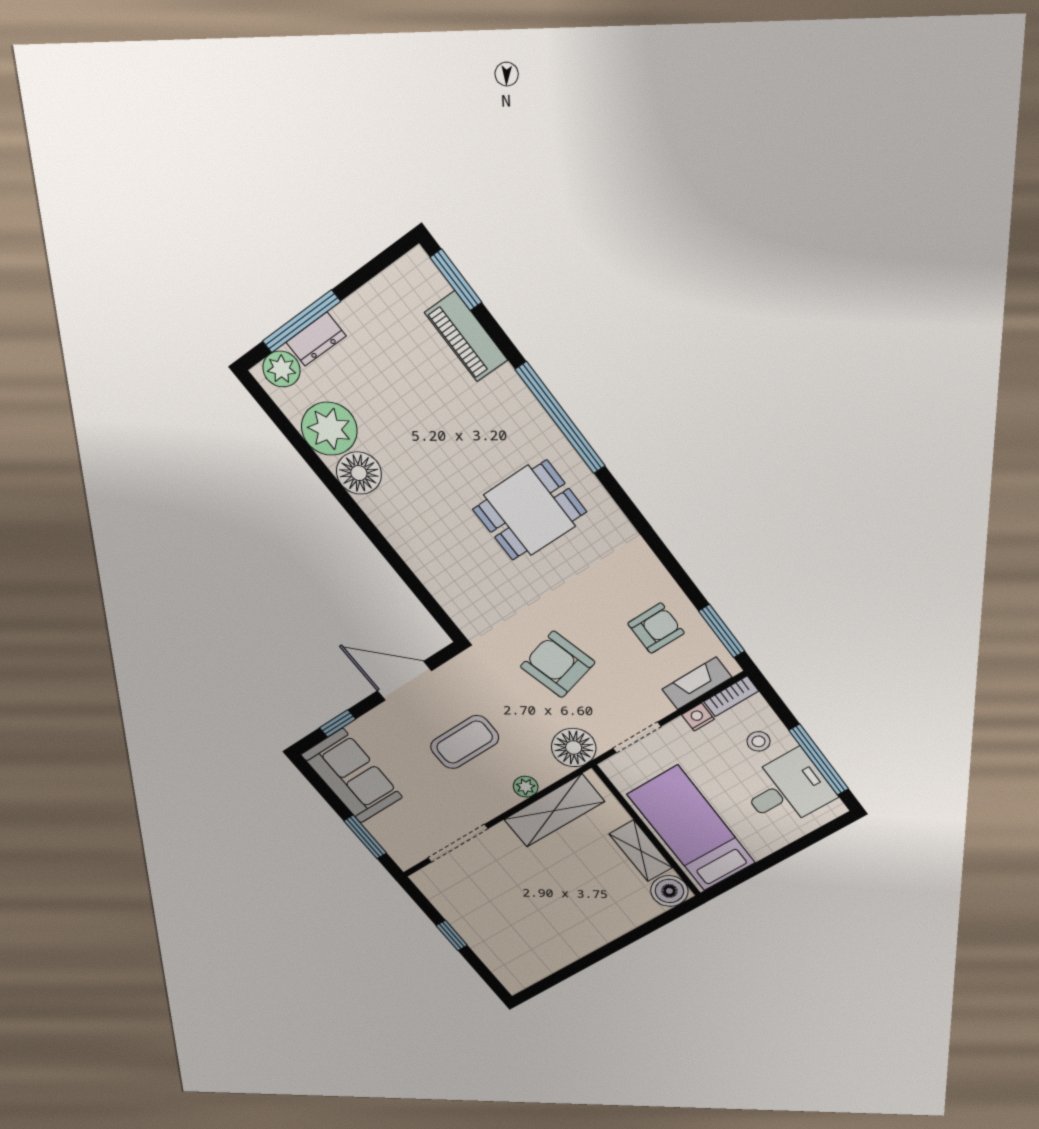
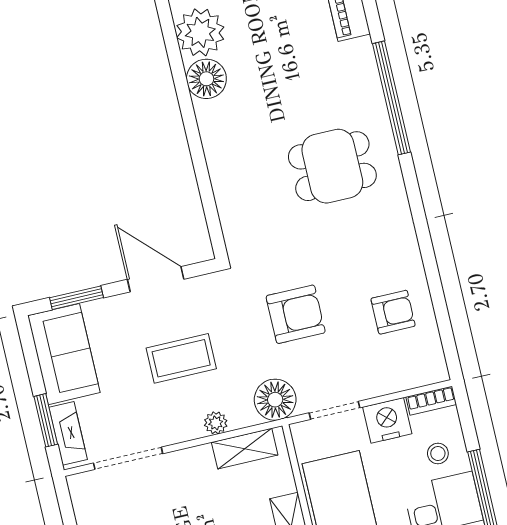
window: (722, 631) -> (447, 336), removed
armchair: (558, 664) -> (296, 314), turned 105
fireplace: (697, 683) -> (68, 433), moved, turned 90
nightstand: (698, 717) -> (387, 420), width x1.89, depth x1.79
window: (338, 723) -> (76, 298), width x1.50
shelving: (554, 811) -> (245, 449), width x0.67, depth x0.75

